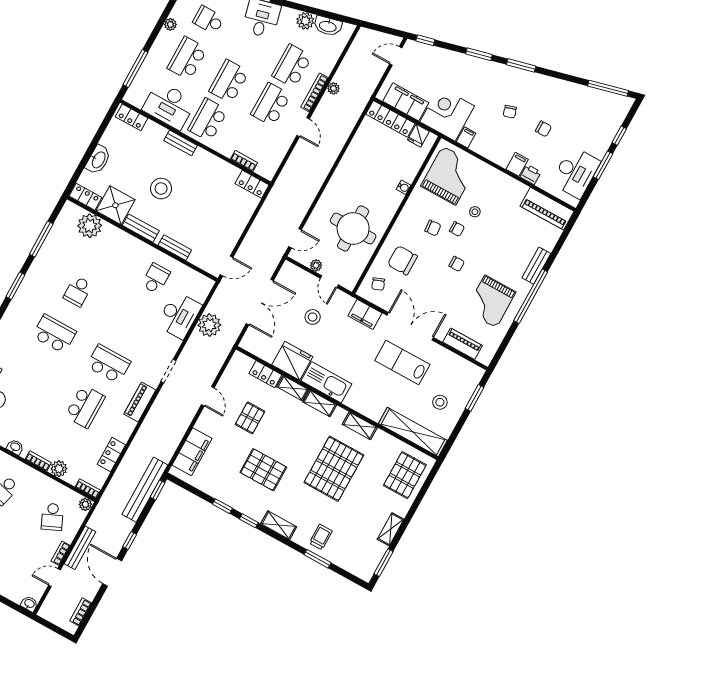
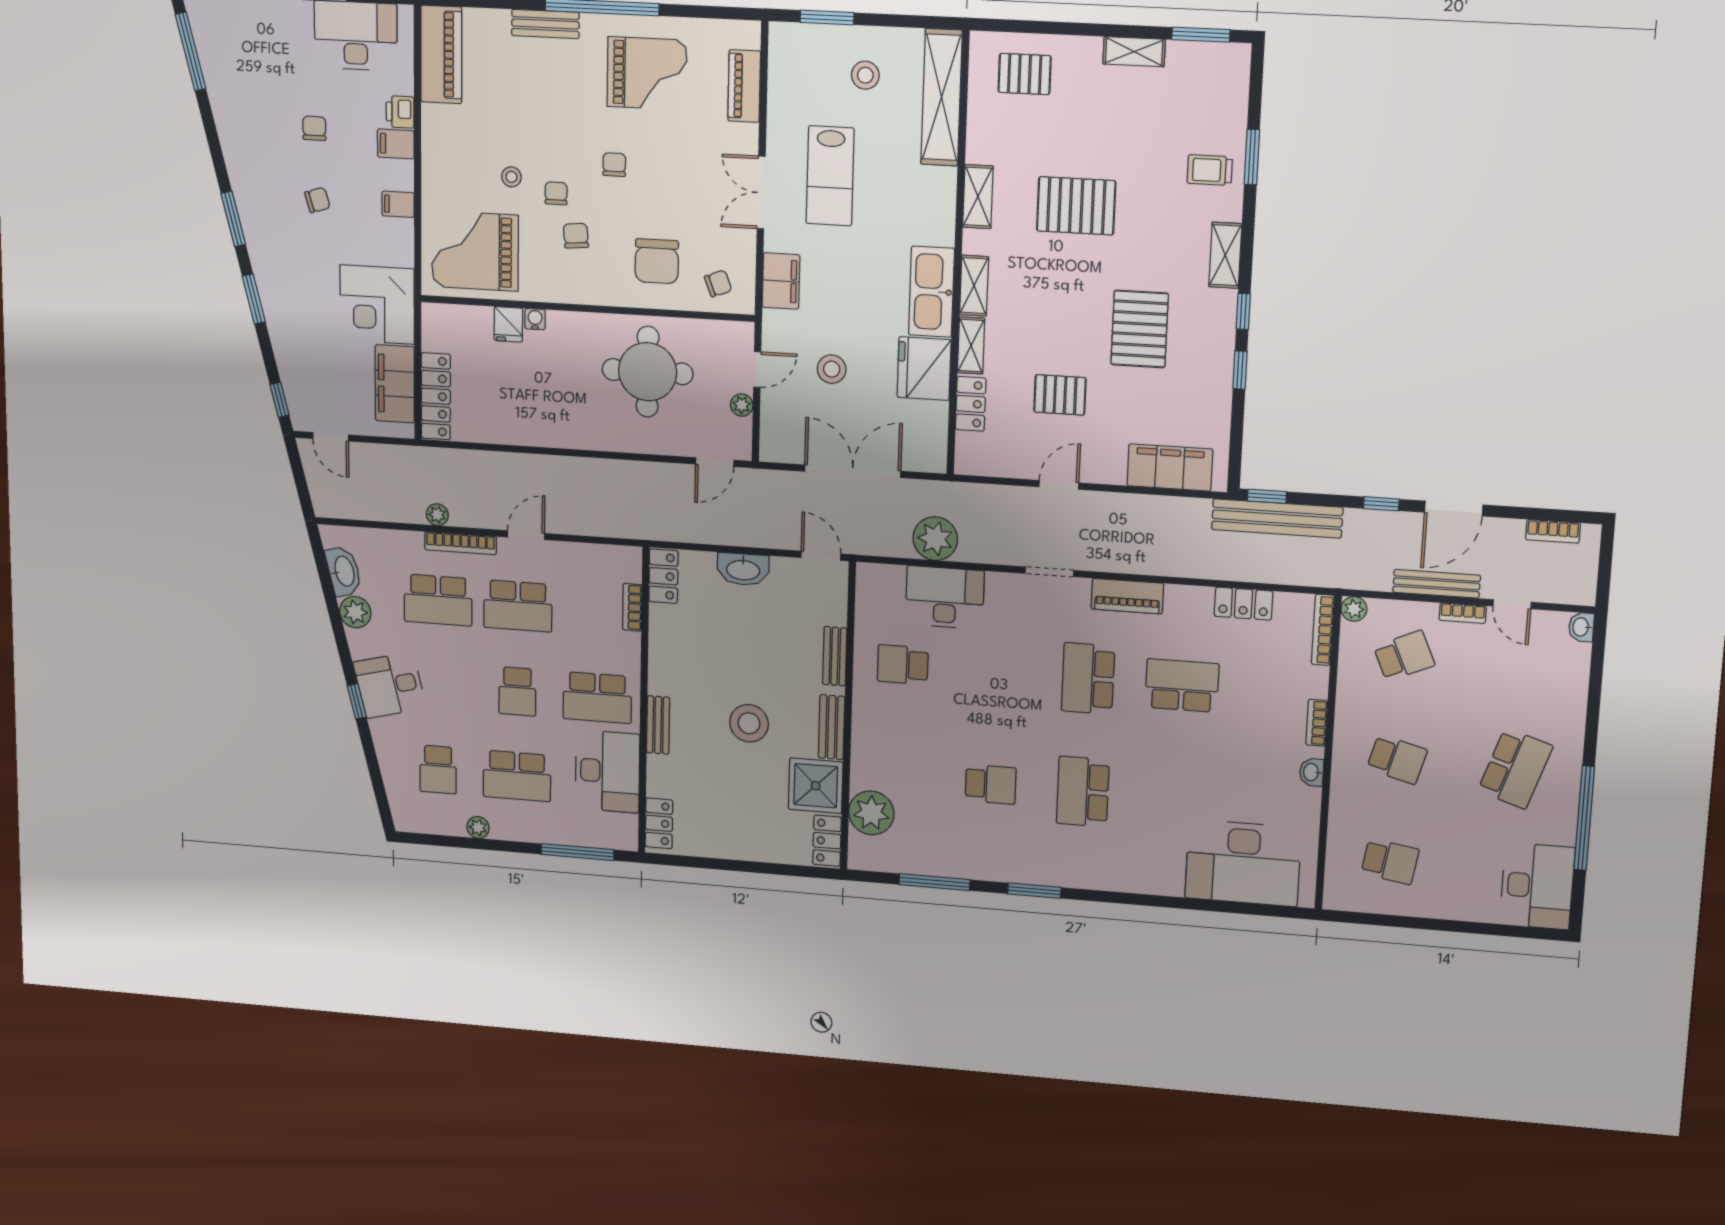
school desk: (229, 81) -> (517, 691), width x0.54
fridge: (418, 136) -> (508, 324), moved, turned 90
filing cabinet: (466, 137) -> (398, 204), moved
washbasin: (98, 160) -> (743, 569), moved, turned 180
door: (295, 238) -> (715, 462), swing flipped
double door: (410, 326) -> (761, 193), width x0.73
plant: (59, 469) -> (1313, 682), removed
pallet: (334, 469) -> (1076, 206), width x0.73, depth x0.71
pallet: (405, 475) -> (1025, 74), width x0.67, depth x0.71
bookcase: (88, 489) -> (1323, 630), width x1.56

